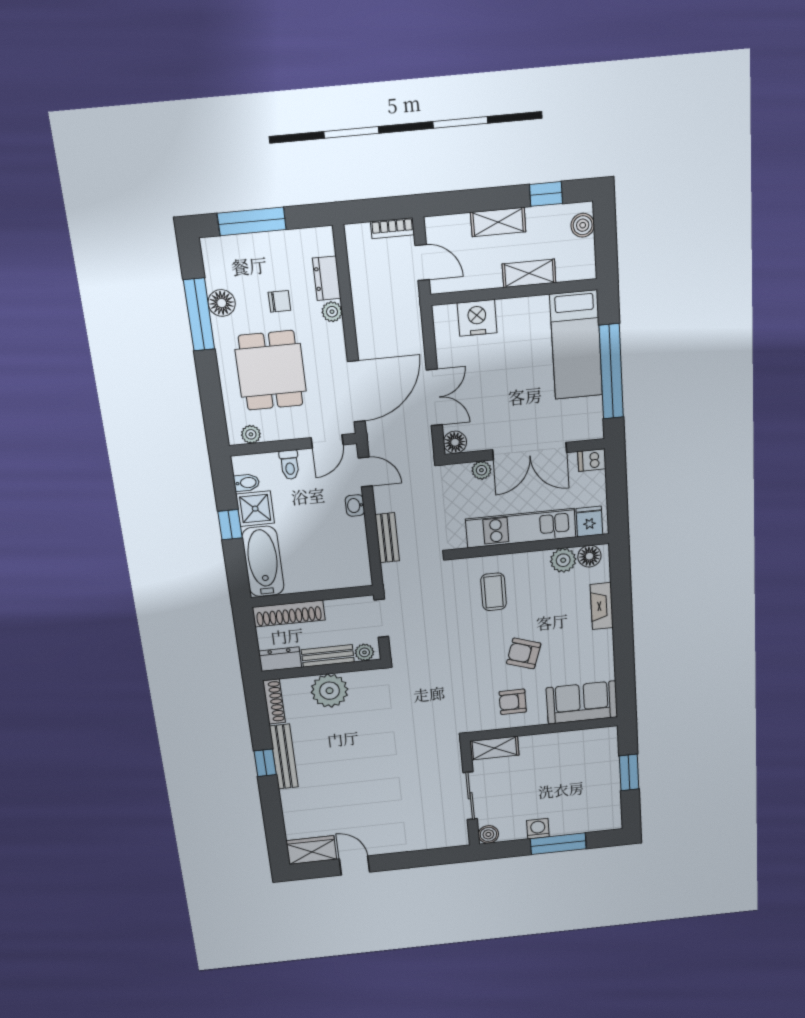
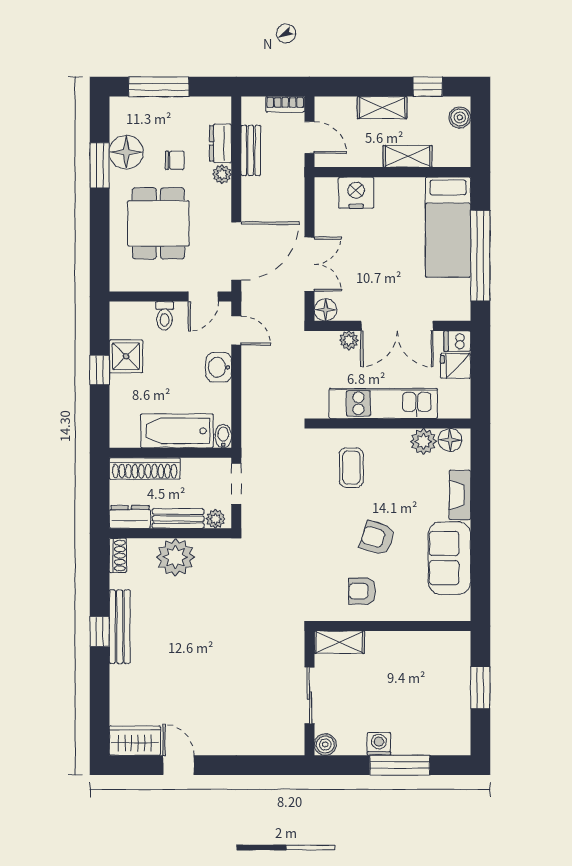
floor lamp: (222, 303) -> (126, 152), width x1.38, depth x1.38
window: (199, 315) -> (100, 165), width x0.69
plant: (251, 434) -> (132, 283), removed
bidet: (247, 483) -> (223, 436), moved, turned -90
washbasin: (355, 505) -> (219, 367), width x1.38, depth x1.45
fridge: (589, 521) -> (456, 366), moved, turned -90
bench: (387, 538) -> (251, 150), moved
bathtub: (263, 562) -> (177, 431), moved, turned -90
shoe rack: (274, 702) -> (118, 556), width x0.70
sofa: (582, 702) -> (449, 558), moved, turned -90

